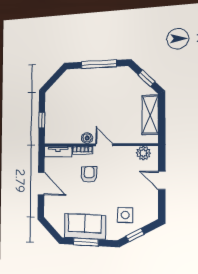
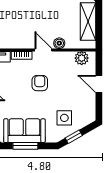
boiler: (87, 138) -> (59, 43), moved
armchair: (89, 174) -> (40, 83), moved

